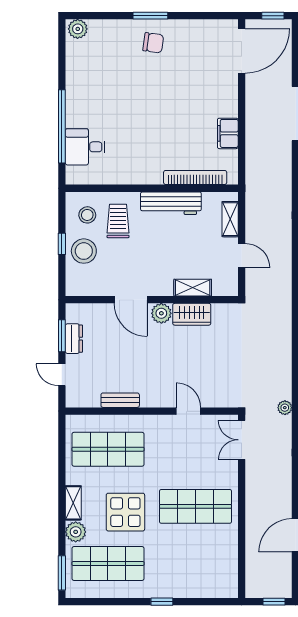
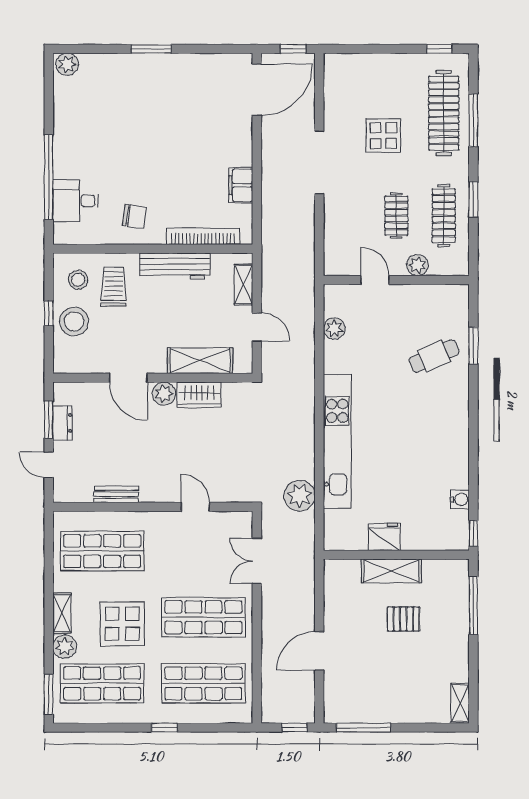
chair: (153, 43) -> (135, 216), moved
shelving: (193, 288) -> (200, 361), width x1.50, depth x1.33
plant: (285, 408) -> (300, 496), width x1.88, depth x1.88
double door: (242, 440) -> (257, 561), moved
shop shelf: (195, 563) -> (203, 683), added

